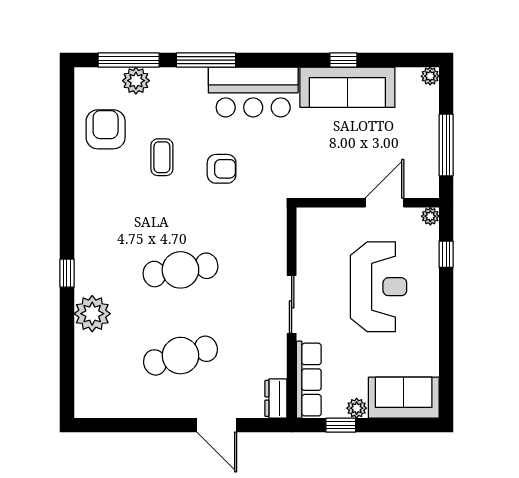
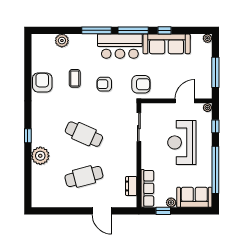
window: (129, 60) -> (133, 30), moved
armchair: (106, 129) -> (42, 82), moved
armchair: (222, 169) -> (104, 84), turned 180
armchair: (296, 169) -> (141, 84), added
cafe table: (180, 270) -> (84, 134), turned 33
reception desk: (378, 287) -> (182, 142), turned 180
sliding door: (292, 304) -> (139, 127), moved
window: (446, 342) -> (215, 170), added
dresser: (276, 398) -> (131, 186), moved

